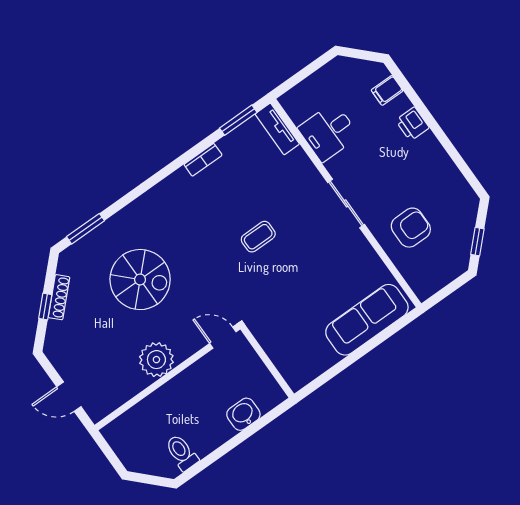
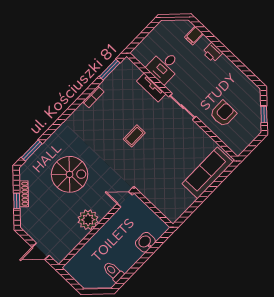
tv unit: (277, 129) -> (151, 87), moved

